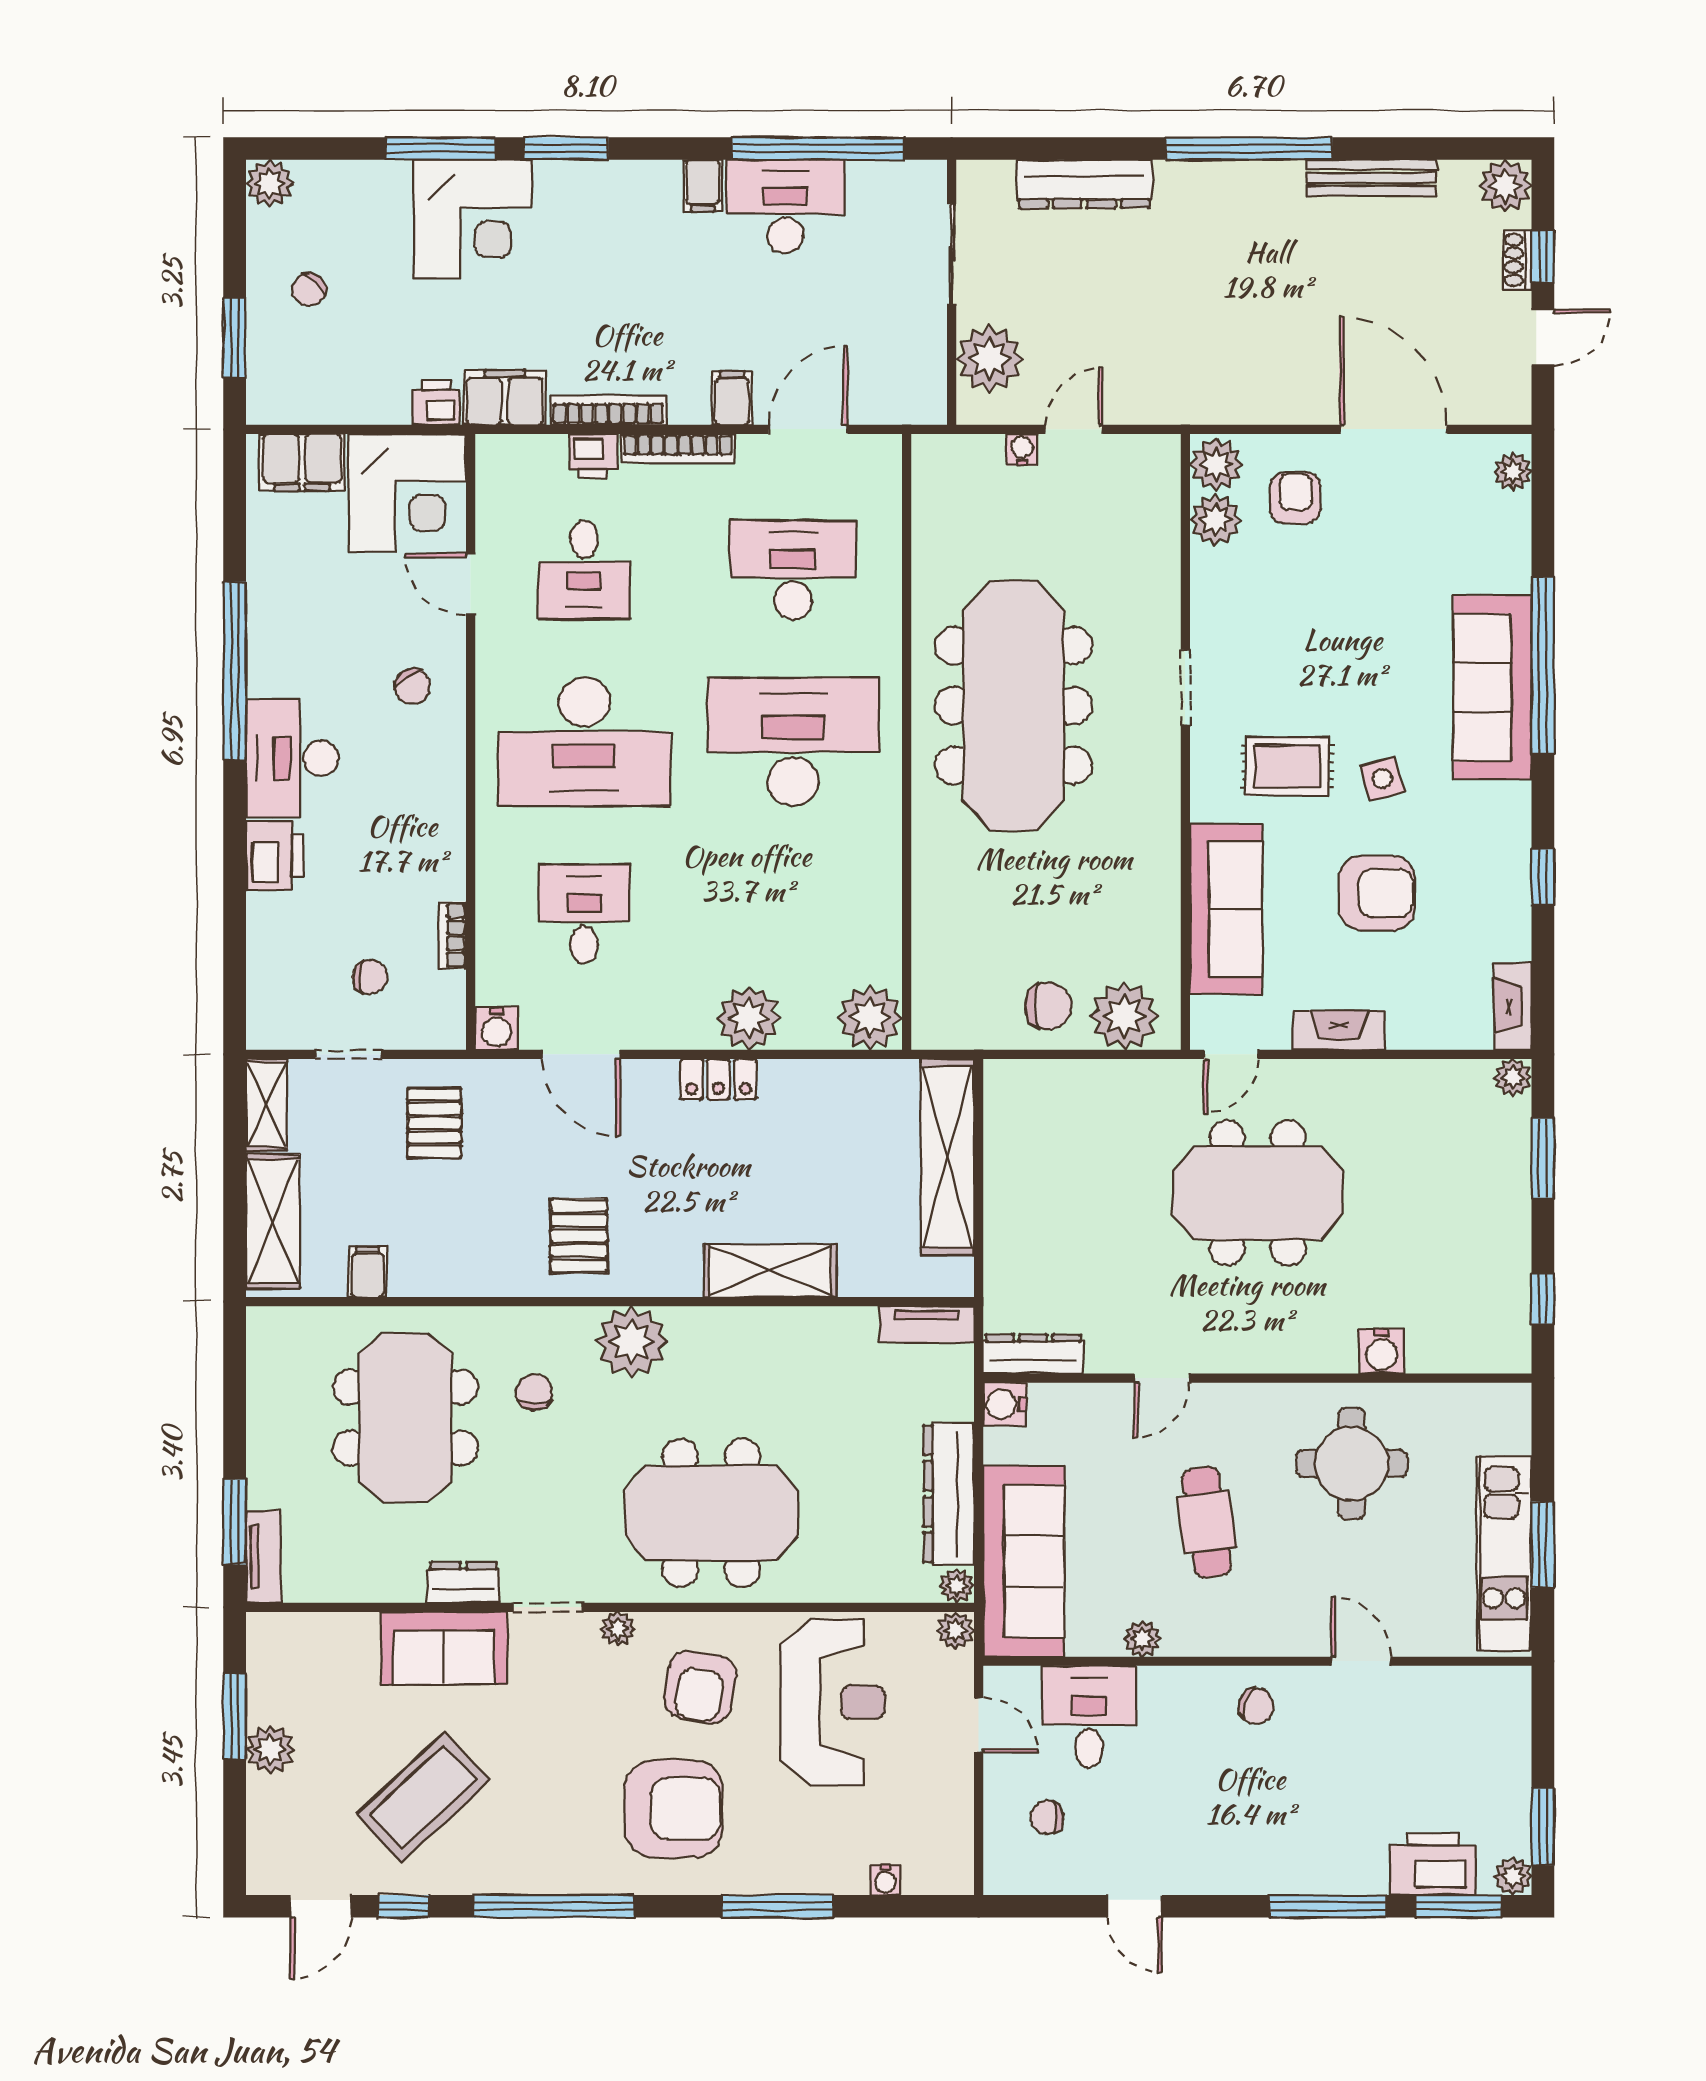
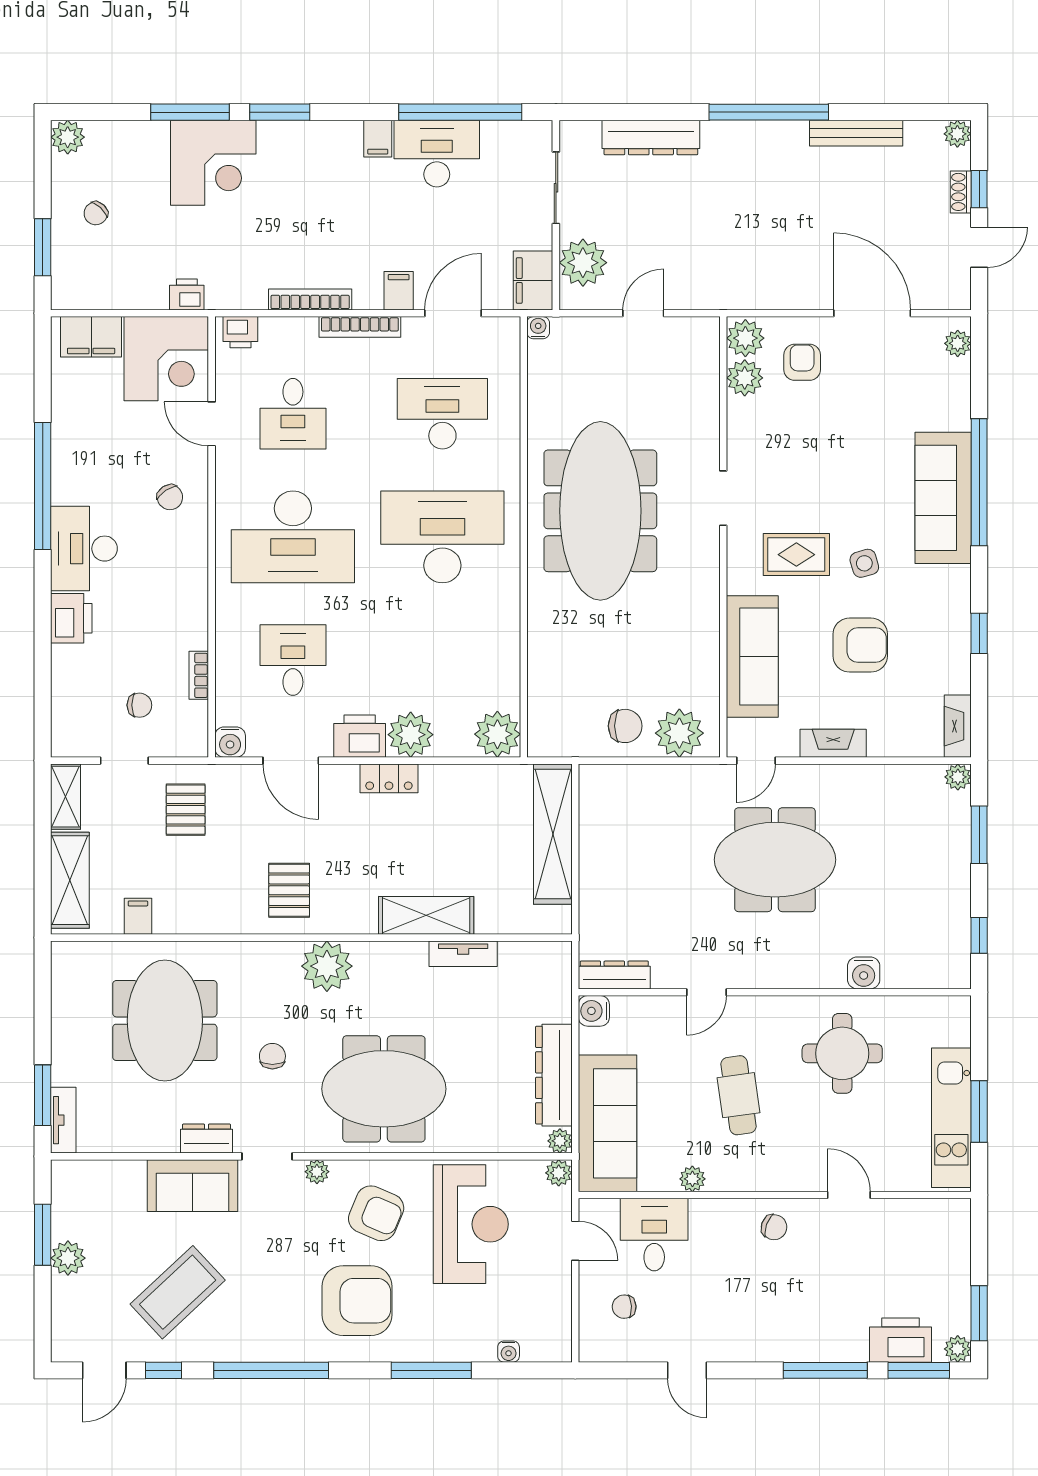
plant: (1505, 186) -> (957, 134), width x0.73, depth x0.73
filing cabinet: (505, 397) -> (533, 281), moved, turned -90
water cooler: (1022, 450) -> (538, 328), moved
printer: (593, 456) -> (240, 332), moved
printer: (677, 1020) -> (360, 736), added
tv unit: (927, 1324) -> (463, 954), moved
chair: (534, 1392) -> (272, 1056), moved
armchair: (700, 1687) -> (376, 1213), turned -77

